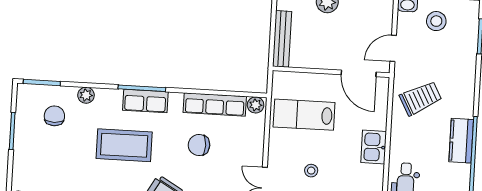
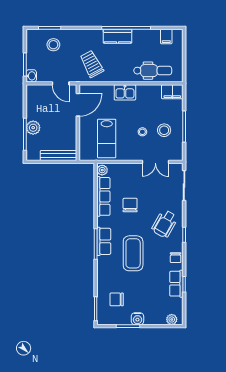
stool: (436, 21) -> (53, 45), moved
plant: (86, 95) -> (102, 280), removed
chair: (199, 145) -> (130, 205), turned 180
water cooler: (23, 146) -> (137, 319), added

